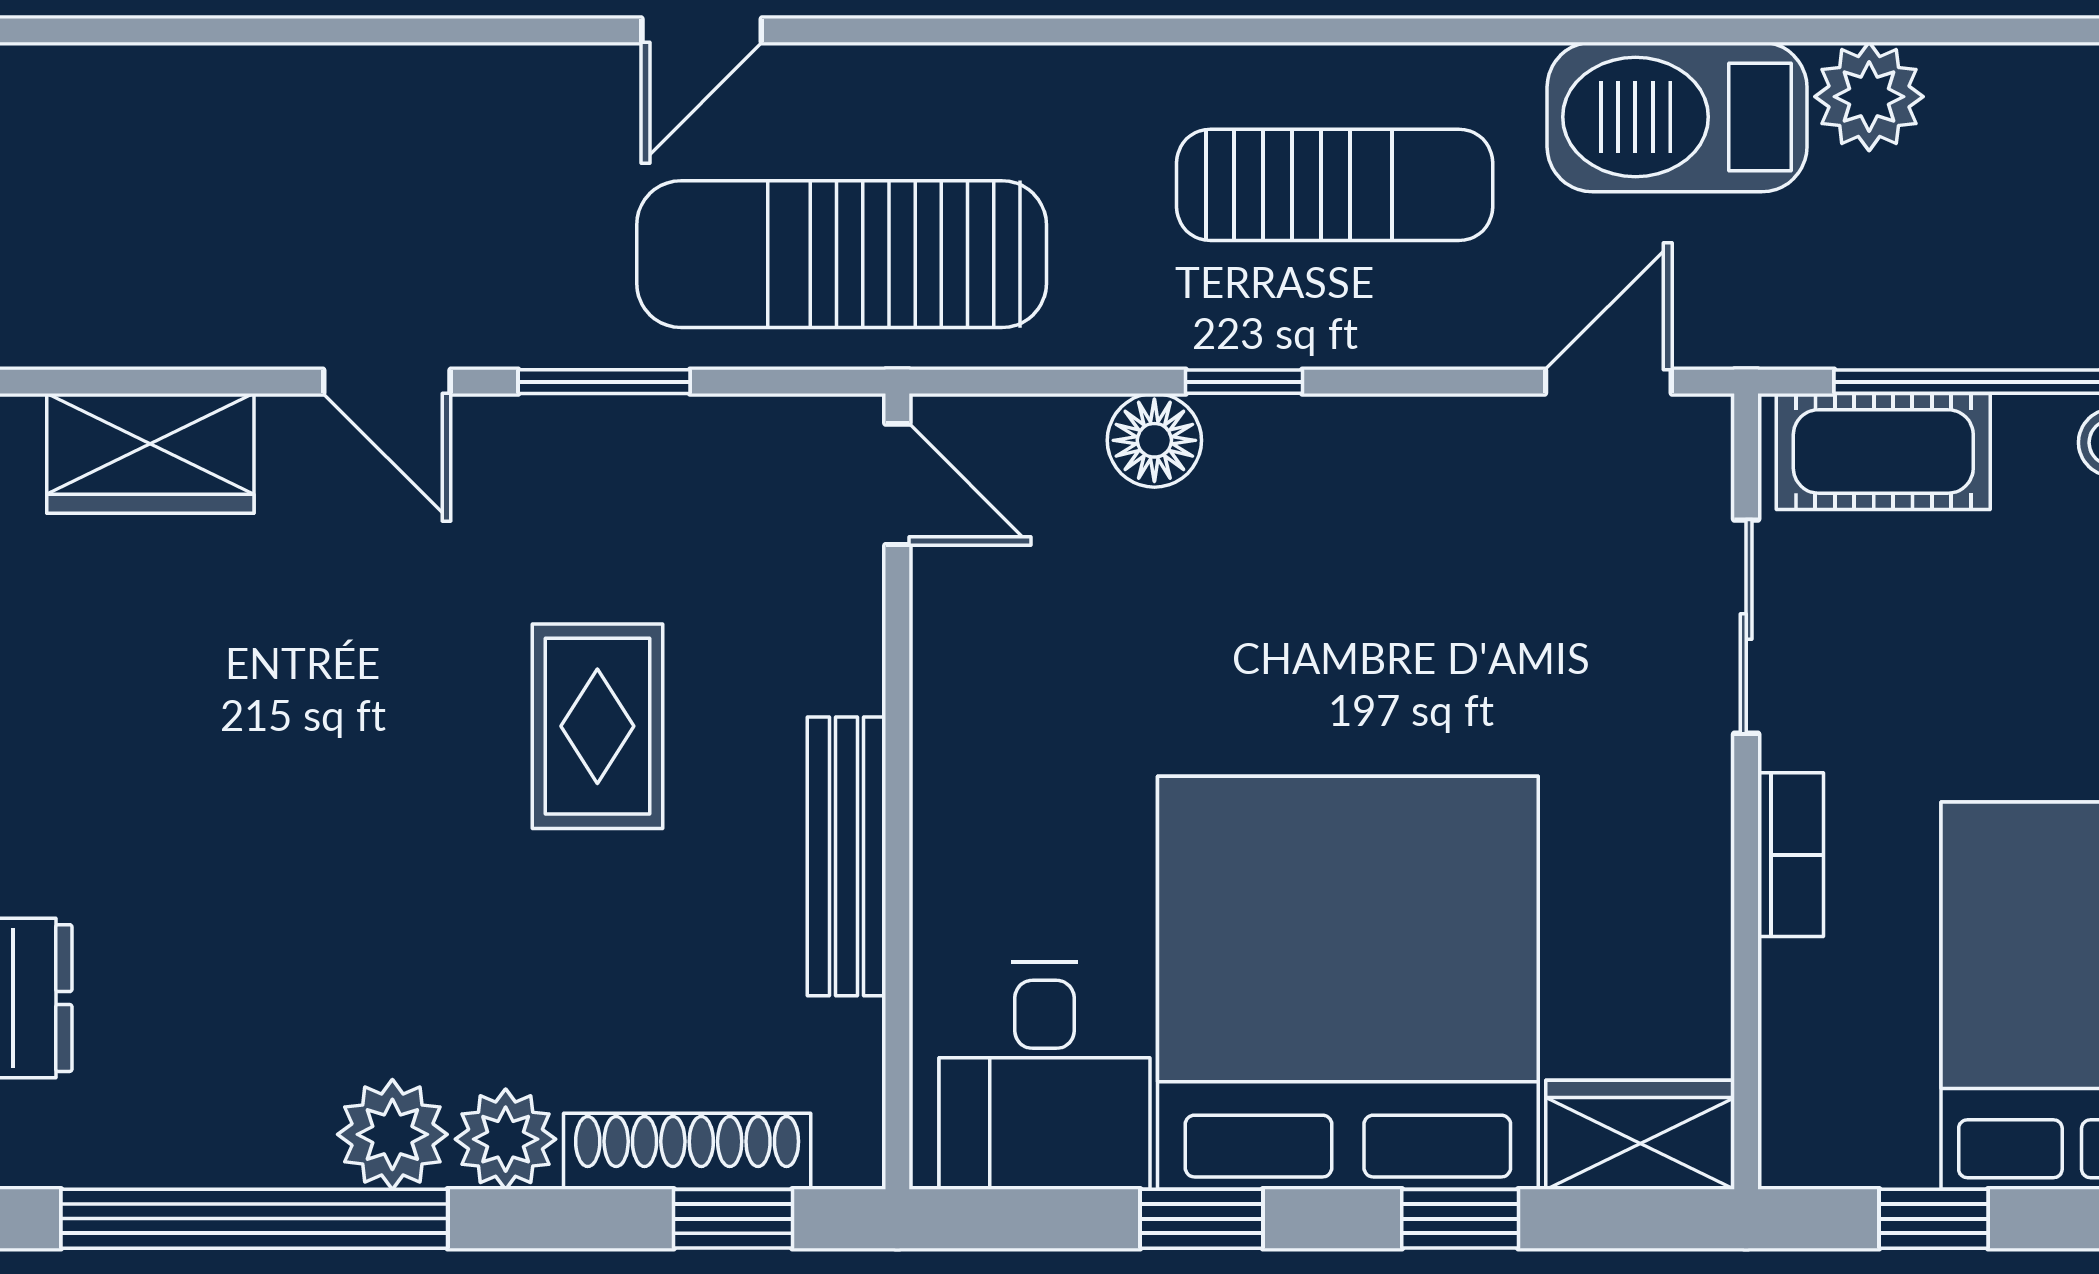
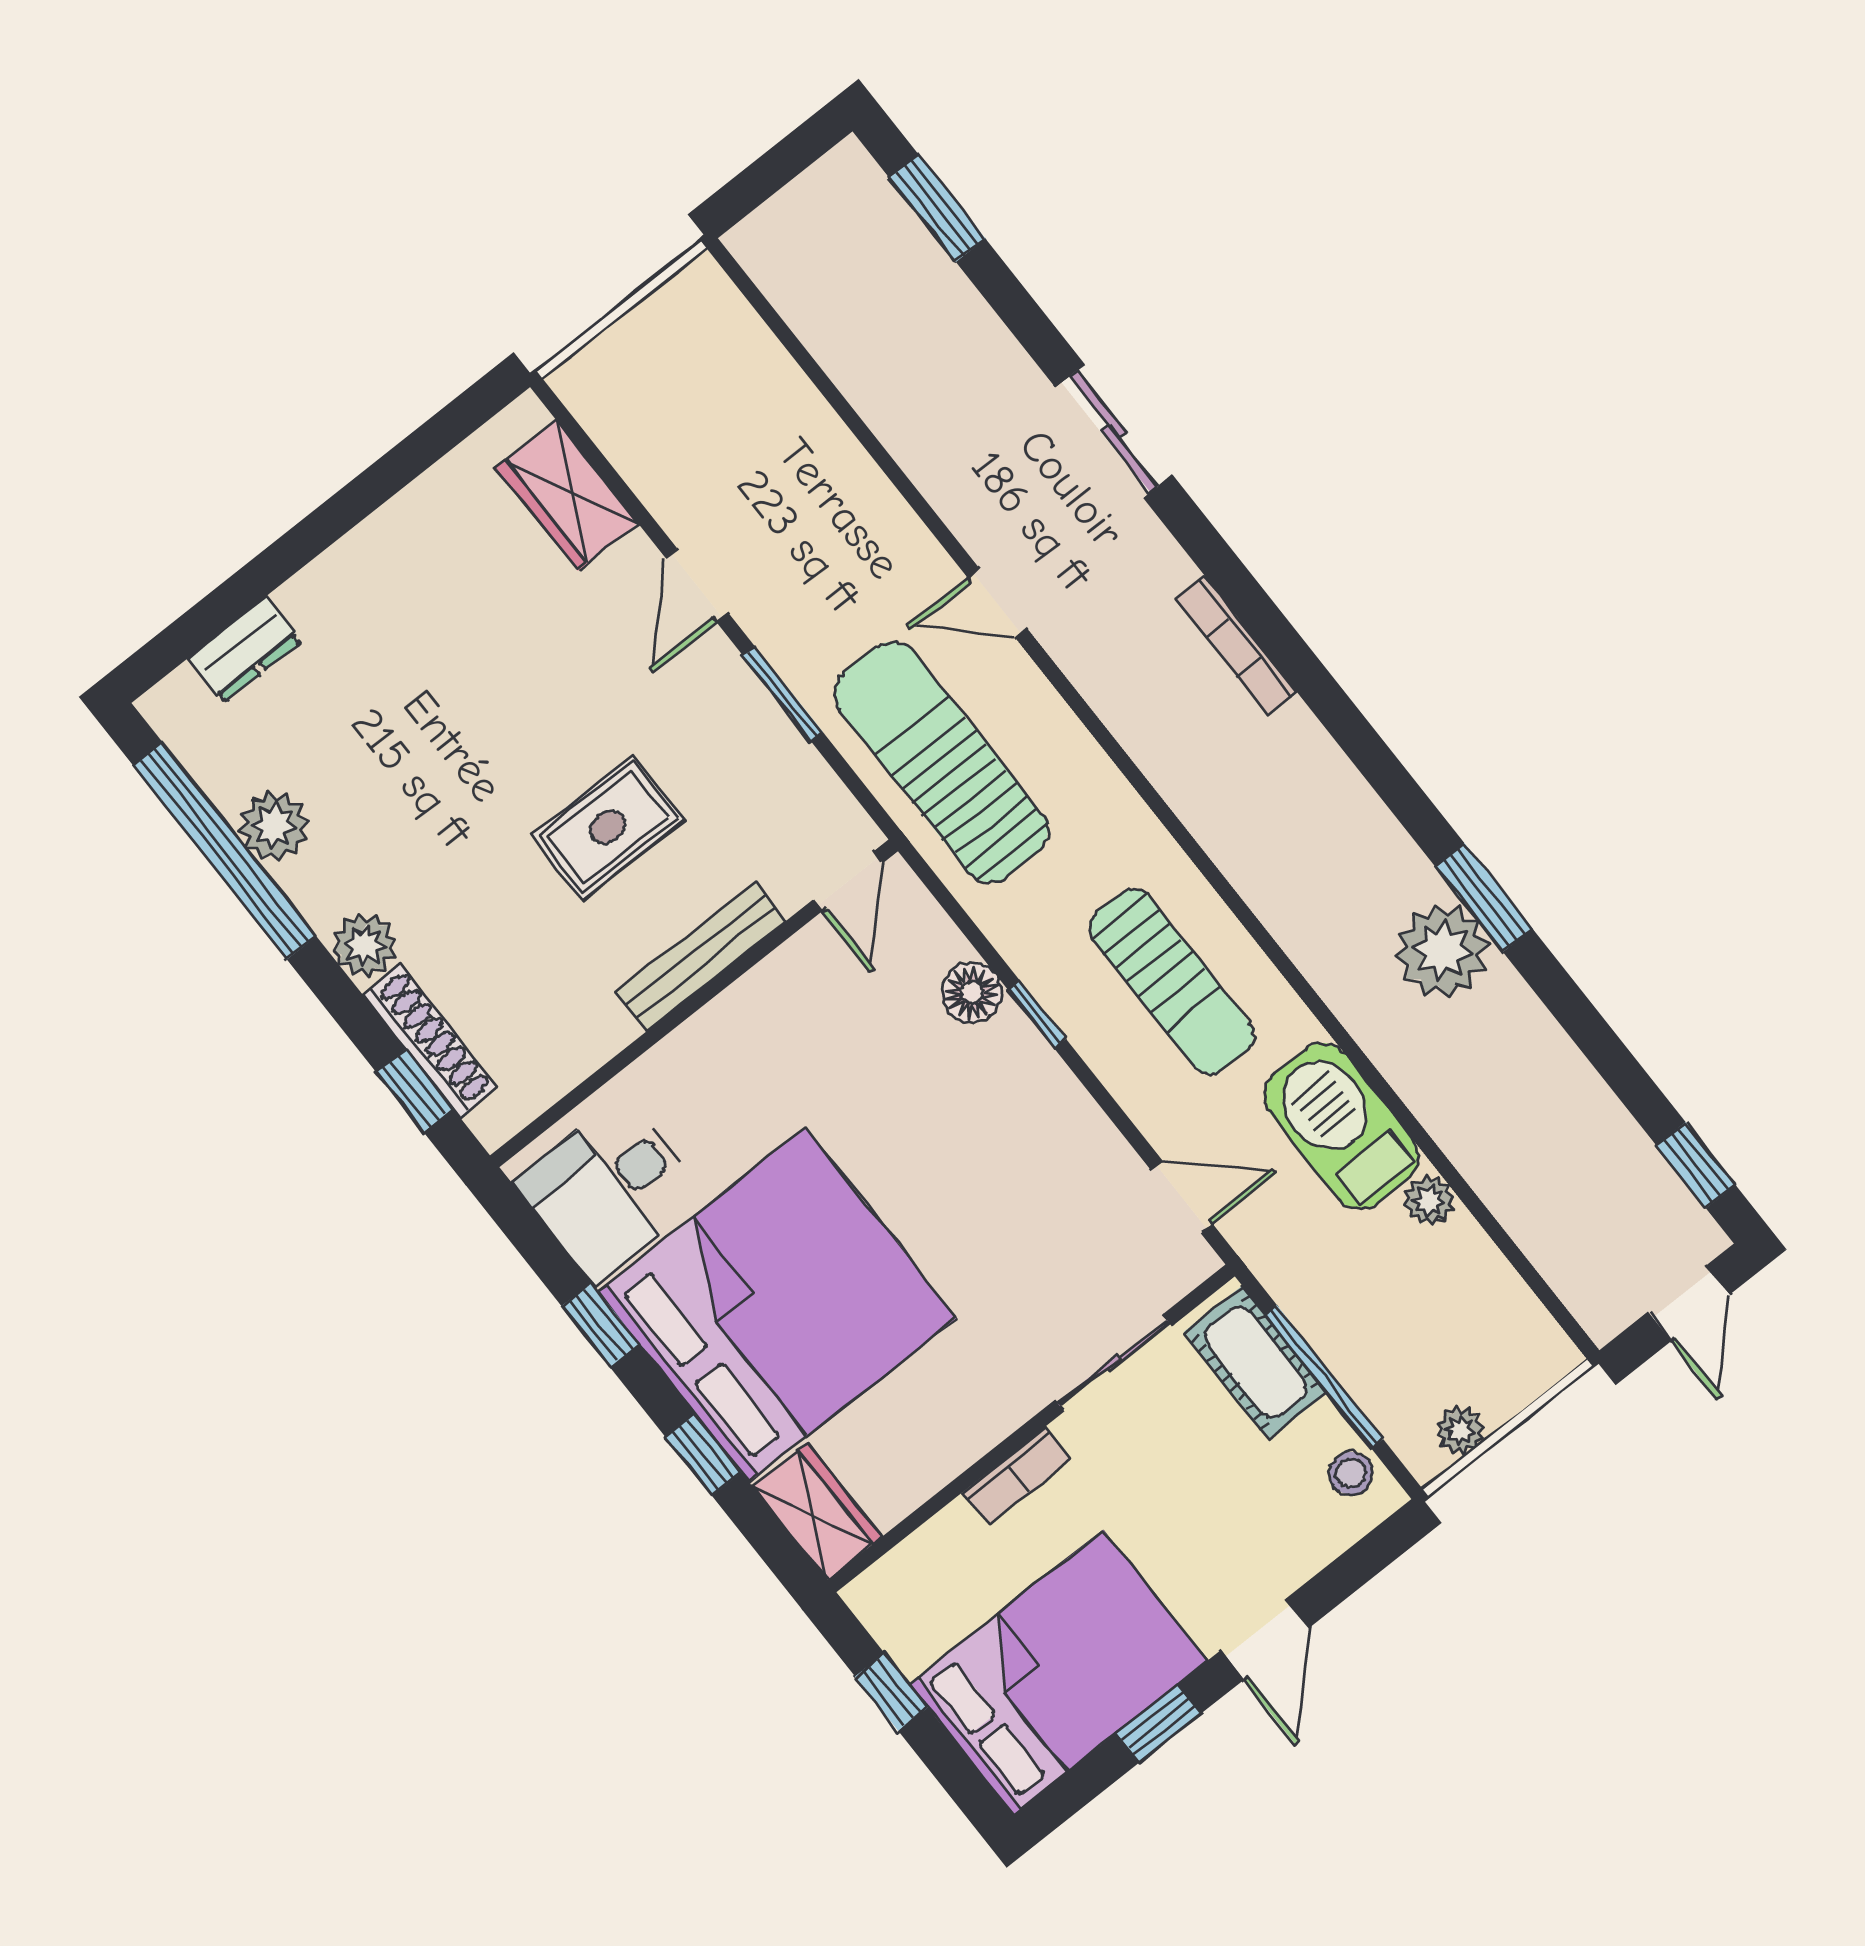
plant: (1869, 97) -> (1429, 1201), width x0.73, depth x0.73
bench: (847, 856) -> (700, 957), moved
plant: (392, 1134) -> (274, 826), moved

